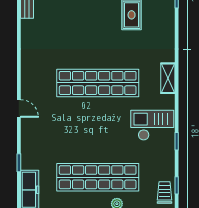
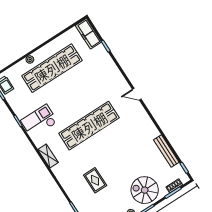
door: (19, 108) -> (137, 94), moved
checkout: (152, 125) -> (39, 121), turned 180

